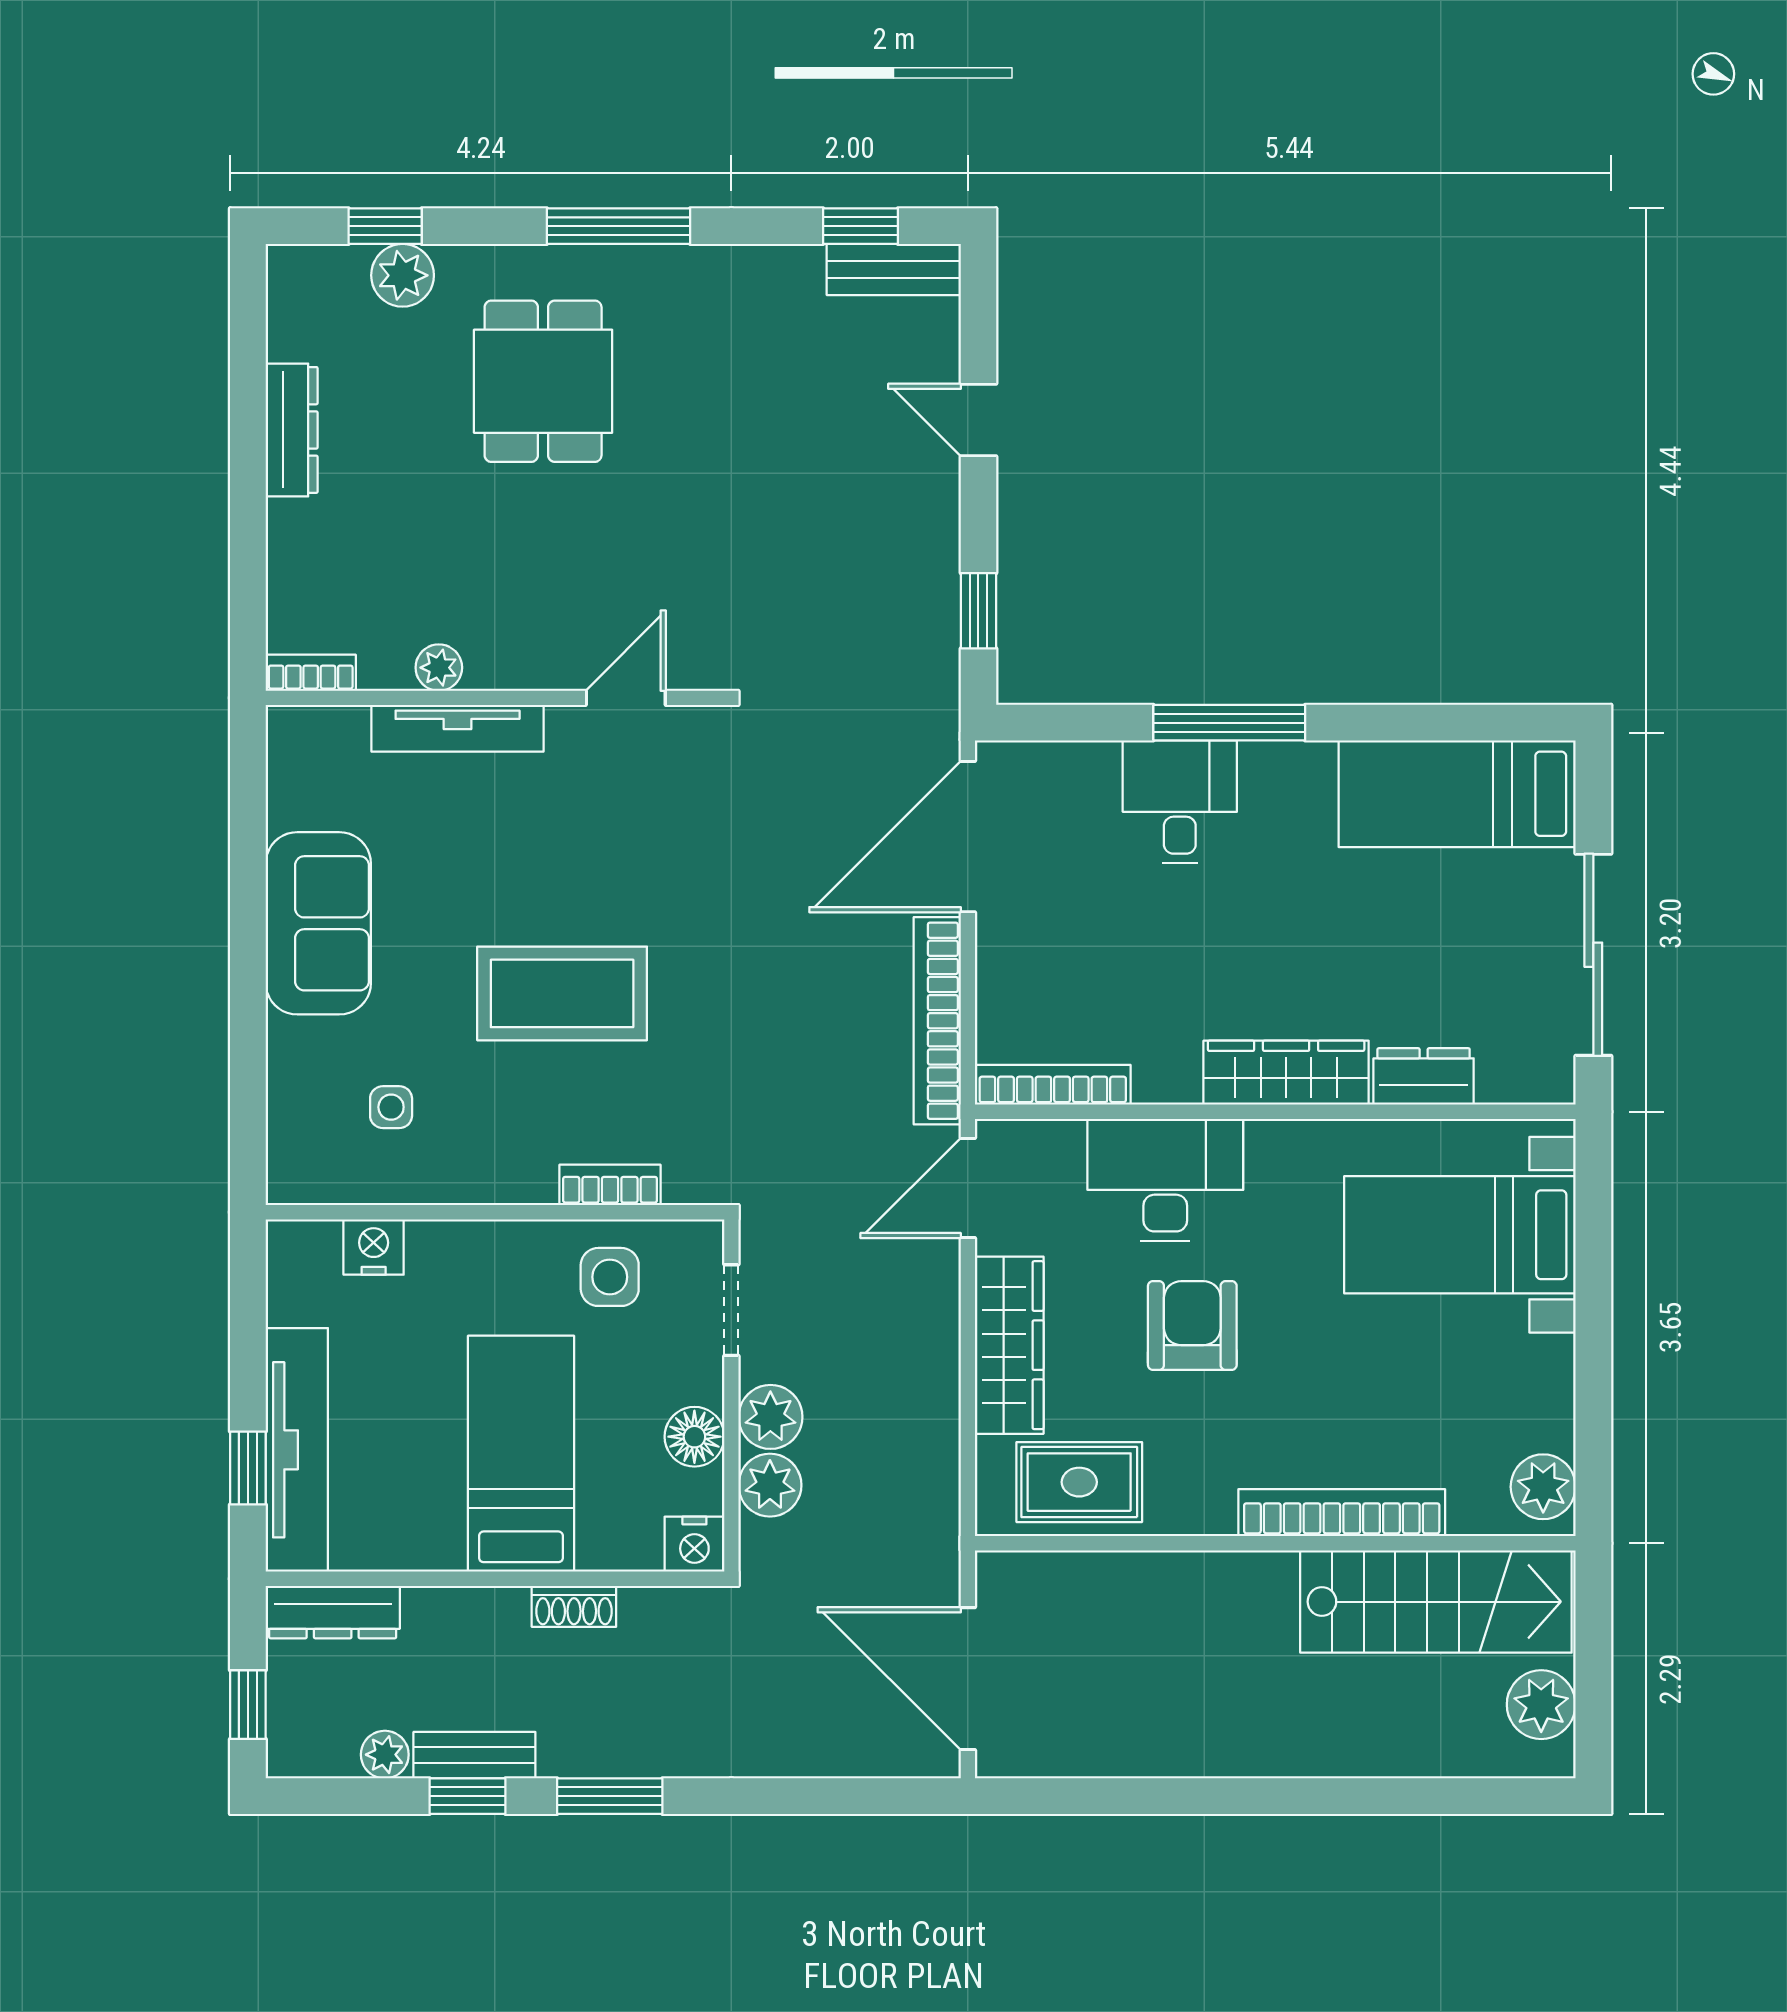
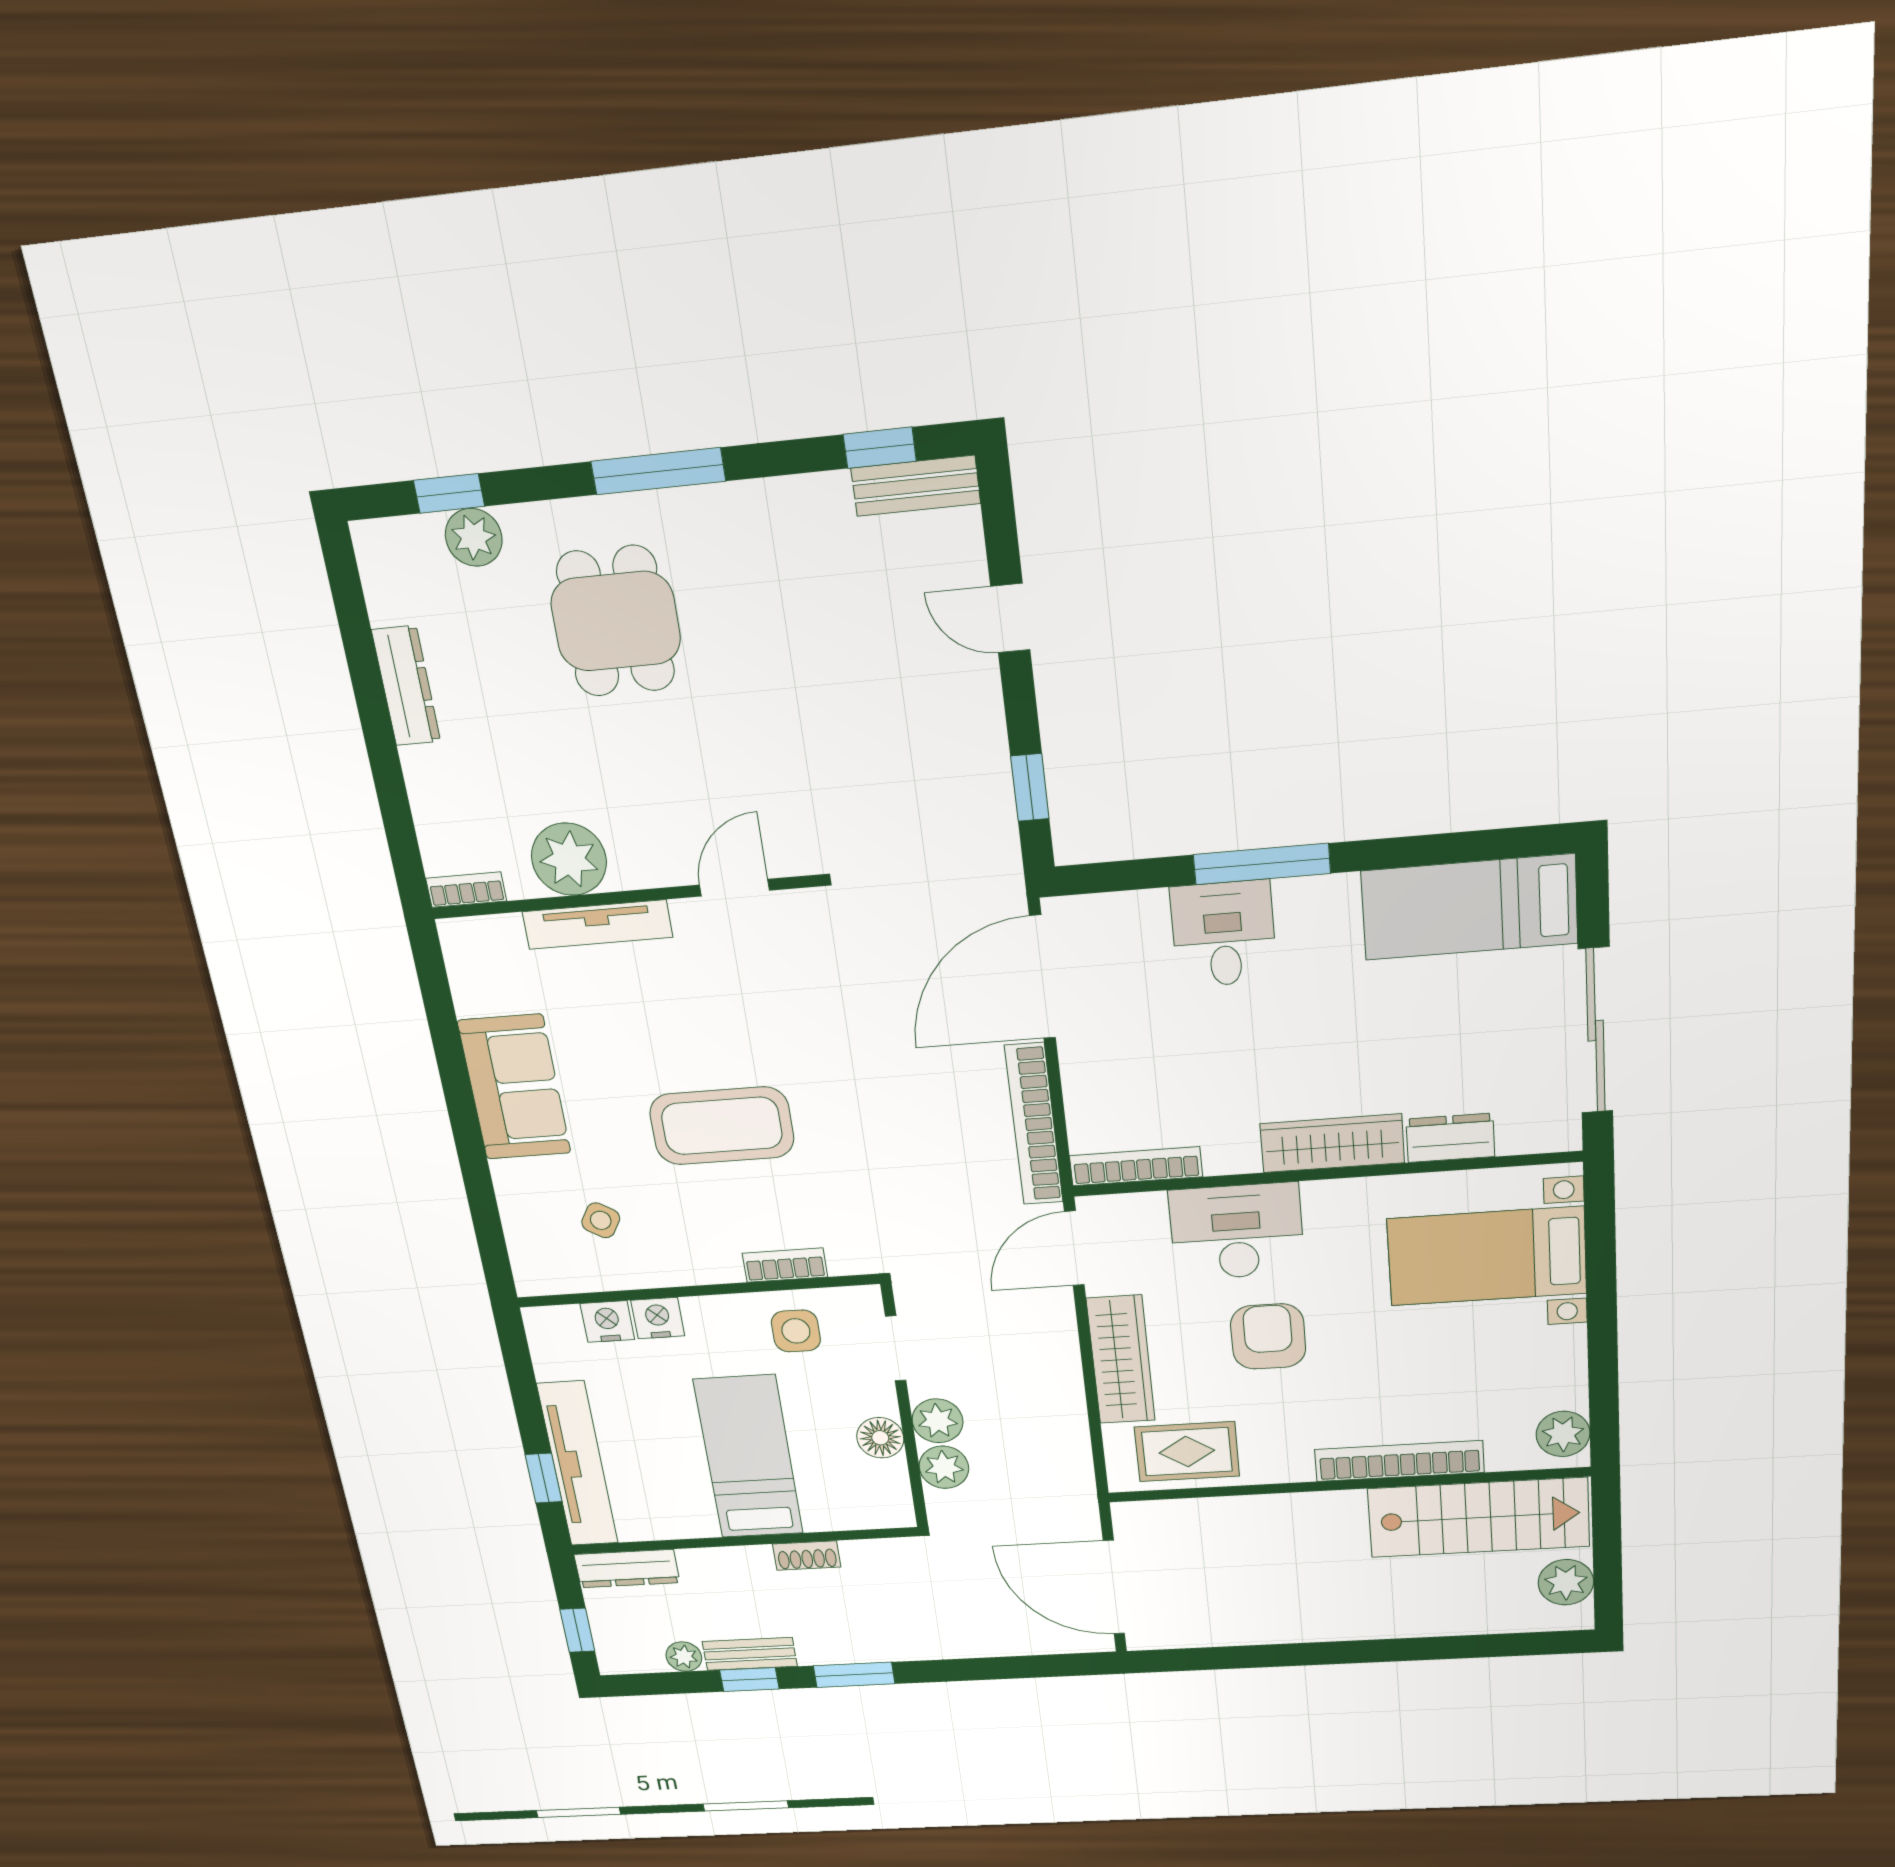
plant: (439, 668) -> (569, 859), width x1.88, depth x1.88
side table: (391, 1107) -> (601, 1220), turned 31
nightstand: (694, 1544) -> (658, 1318), moved, turned 180

